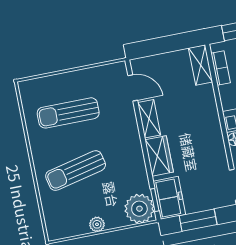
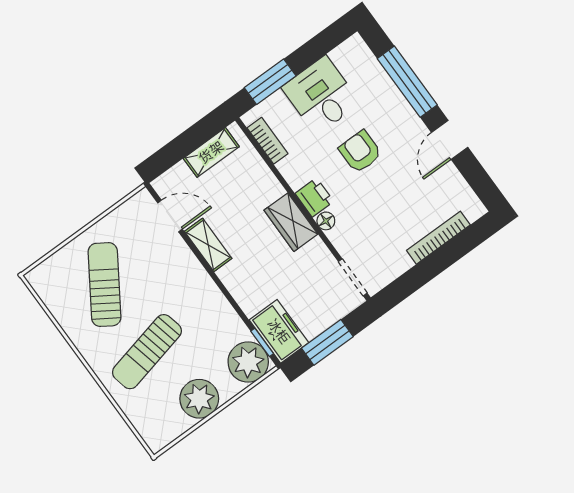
shelving: (201, 65) -> (211, 152), moved, turned 90
sun lounger: (68, 113) -> (104, 285), turned 123
wardrobe: (159, 156) -> (291, 222), moved, turned 180
plant: (97, 224) -> (199, 399), width x1.88, depth x1.88

